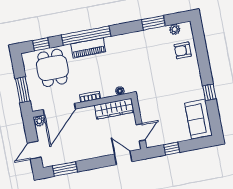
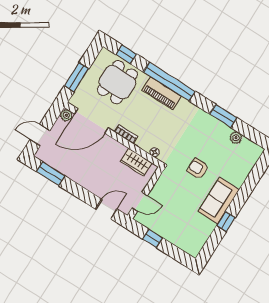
window: (153, 23) -> (223, 116), moved
plant: (175, 29) -> (236, 138), moved
armchair: (183, 50) -> (198, 169), moved
wardrobe: (114, 109) -> (136, 162), width x0.67
sofa: (198, 119) -> (219, 201), moved
door: (123, 158) -> (106, 209), hinge flipped

